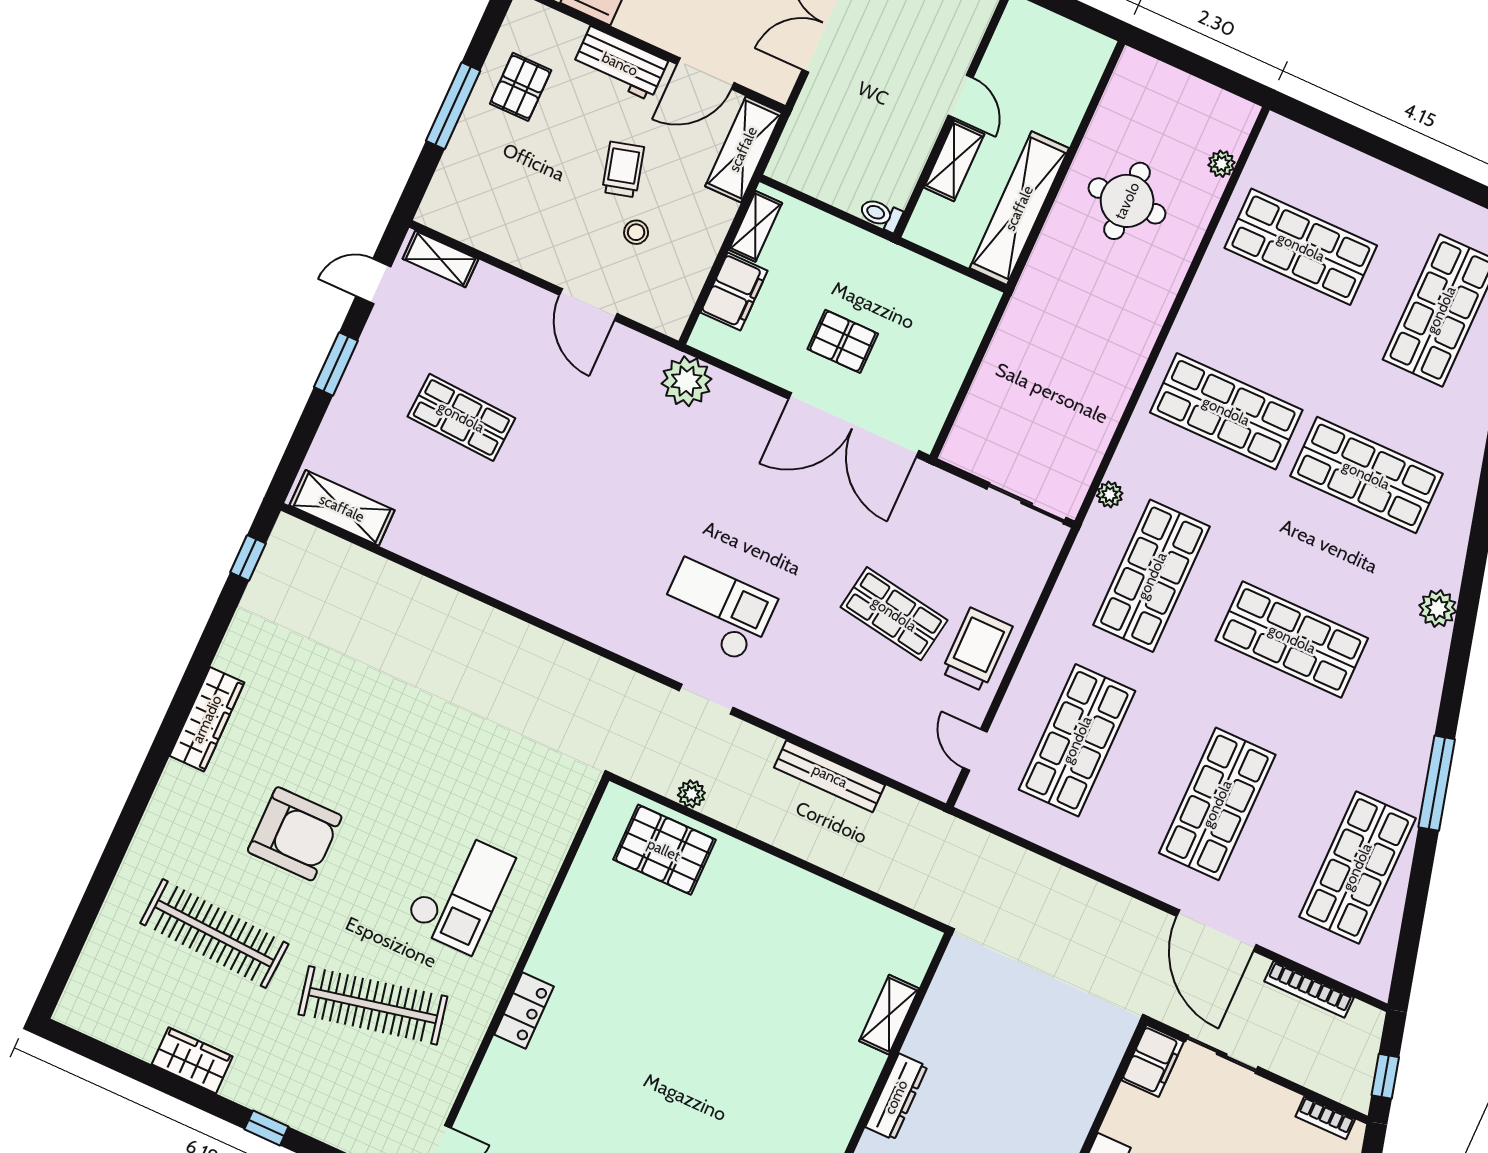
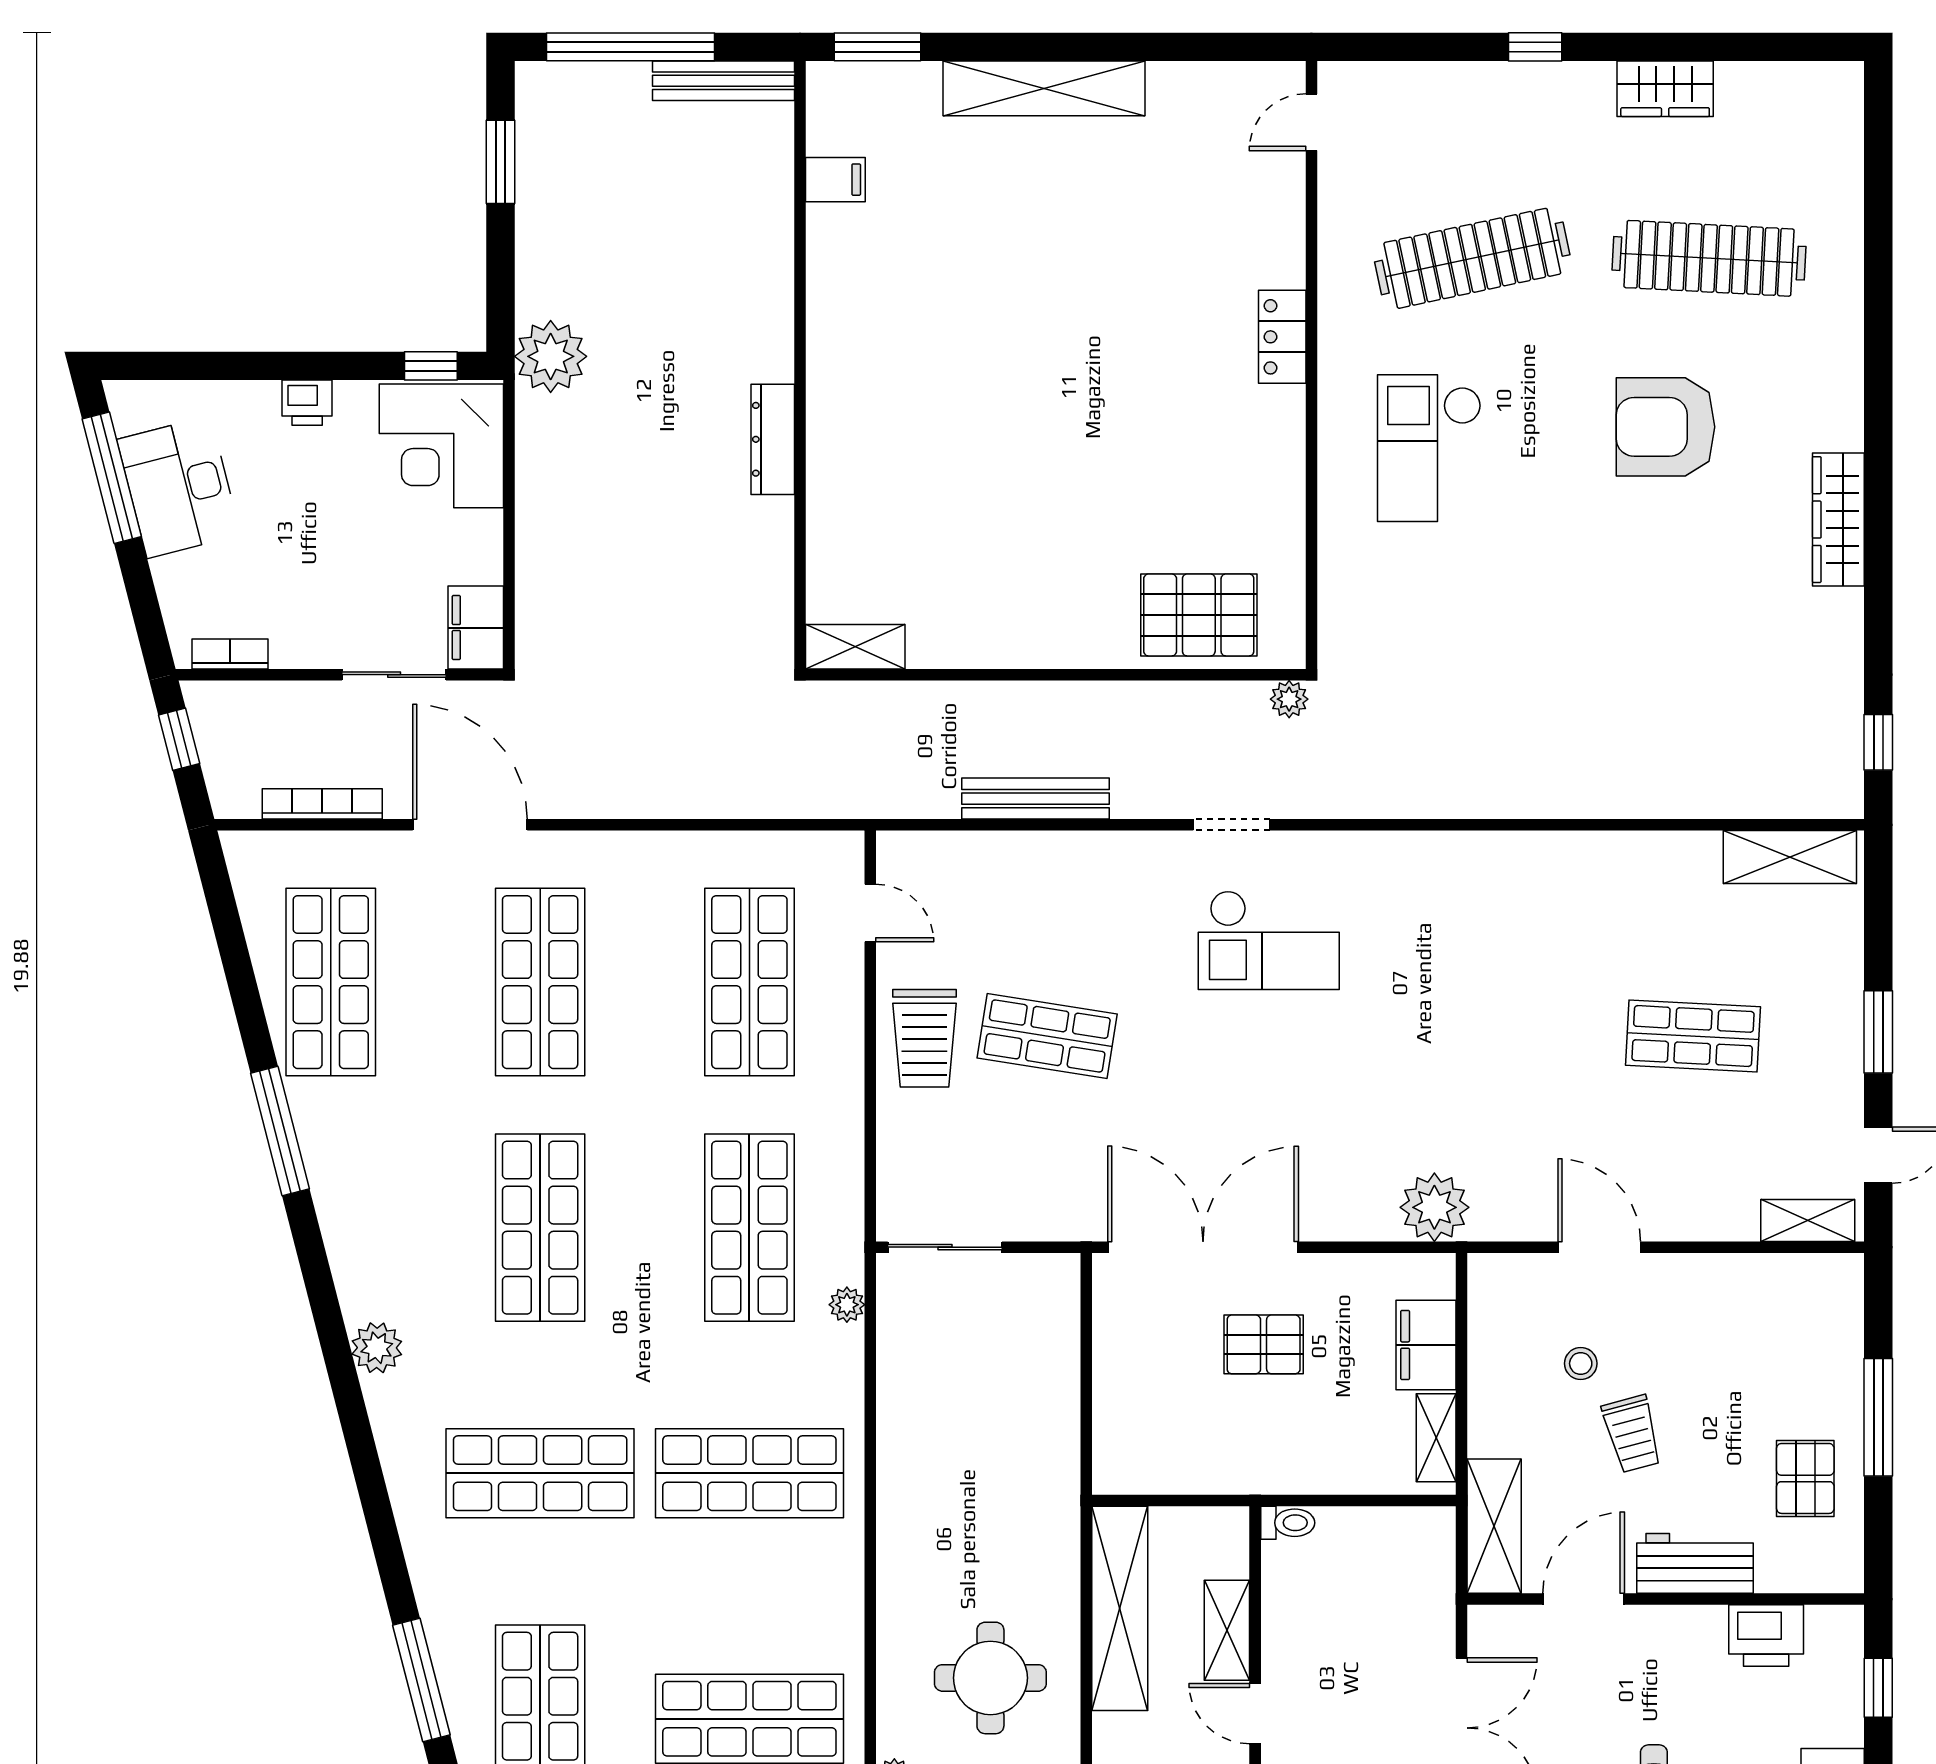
shop shelf: (1292, 639) -> (540, 1228), turned 90
plant: (691, 794) -> (1289, 699), moved
shelving: (889, 1015) -> (855, 647), moved, turned 90

